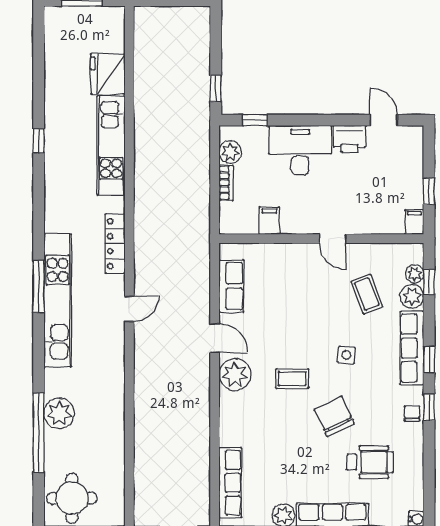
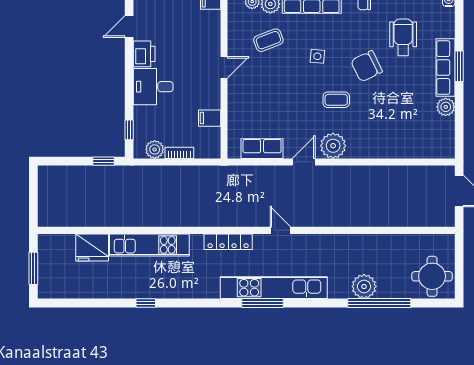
desk: (300, 150) -> (153, 87), width x0.73
coffee table: (292, 379) -> (336, 100), turned 90
row of seats: (230, 483) -> (420, 149), removed

